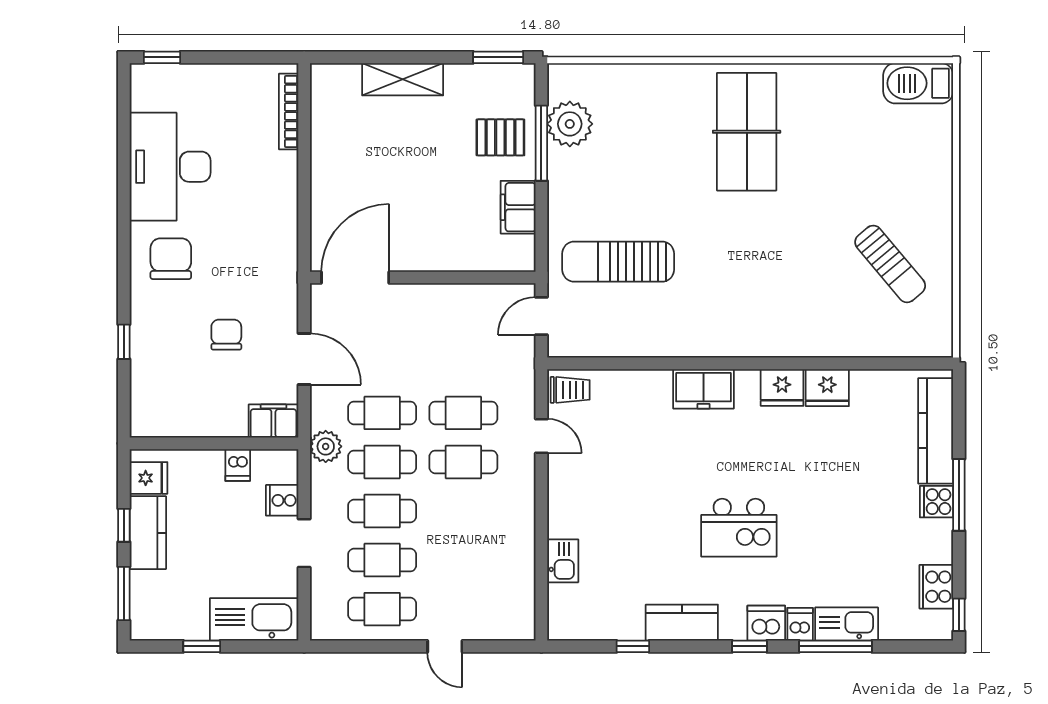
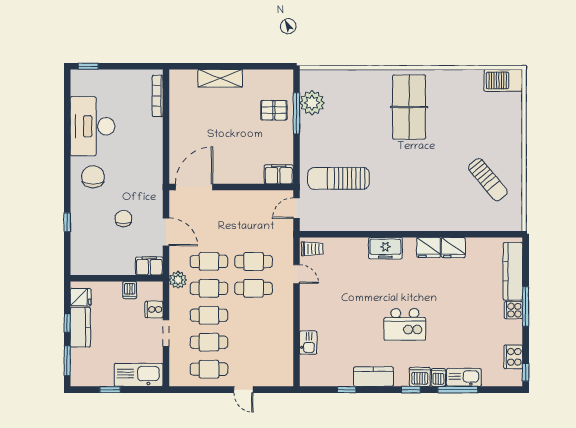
window: (498, 57) -> (273, 66), removed
filing cabinet: (518, 207) -> (279, 174), moved, turned 90

